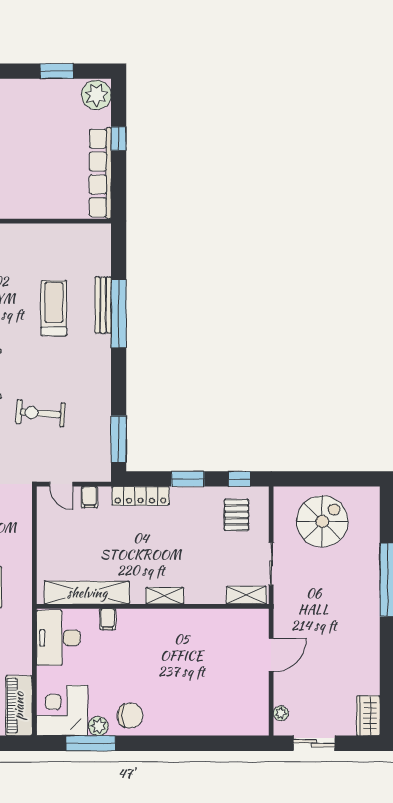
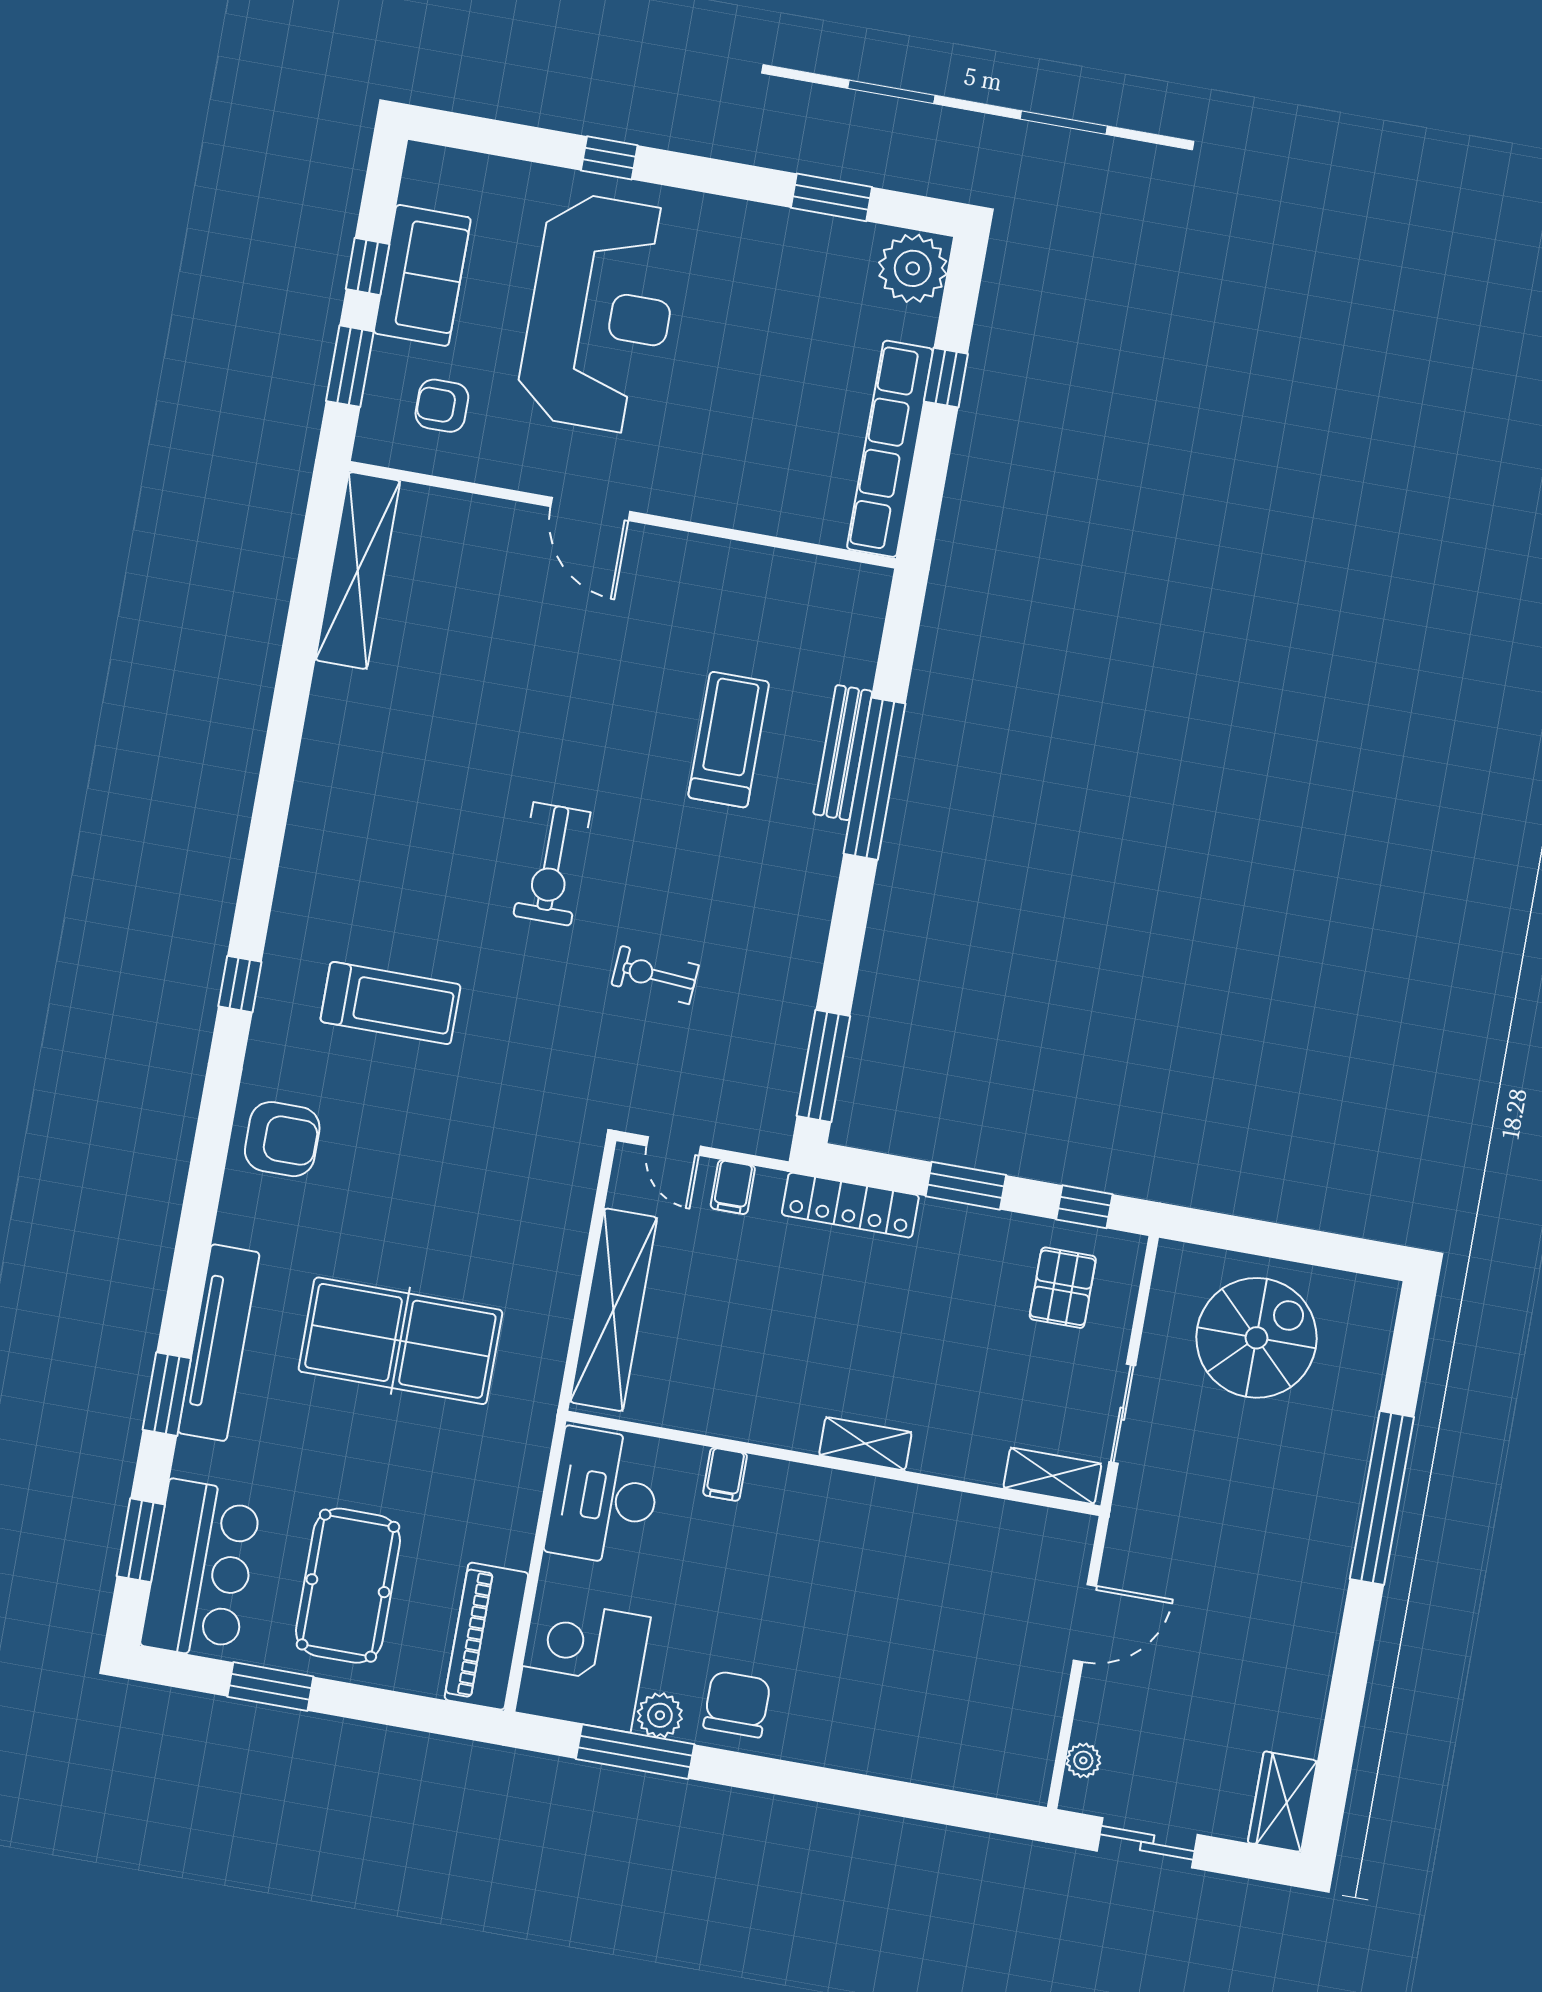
exercise bike: (41, 413) -> (655, 975), width x0.73, depth x0.72
shelving: (87, 593) -> (614, 1310), moved, turned 90
chair: (130, 716) -> (737, 1704), turned -90

